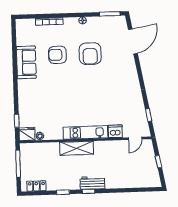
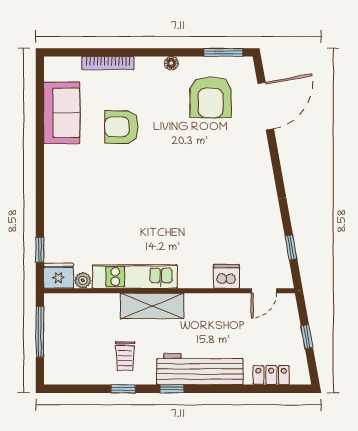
armchair: (90, 54) -> (211, 97), moved
sofa: (26, 62) -> (62, 113), moved
kitchen unit: (85, 132) -> (135, 276), moved
trolley: (63, 175) -> (125, 356), added
workbench: (92, 183) -> (200, 369), width x1.88, depth x1.32
locker: (36, 186) -> (271, 375), moved

